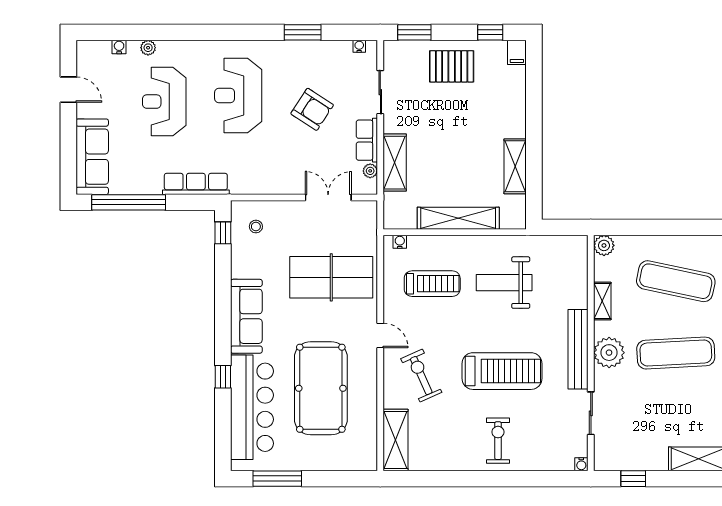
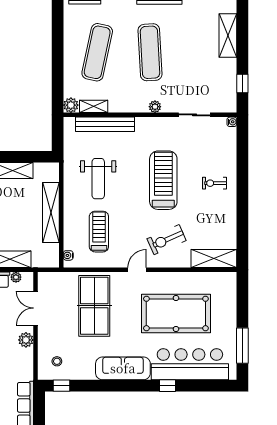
plant: (285, 184) -> (26, 340), added
shelving: (602, 301) -> (94, 106), moved
bench: (578, 349) -> (105, 124), moved
plant: (609, 353) -> (155, 107), width x0.53, depth x0.53
exercise bike: (498, 441) -> (214, 183), width x0.73, depth x0.72

